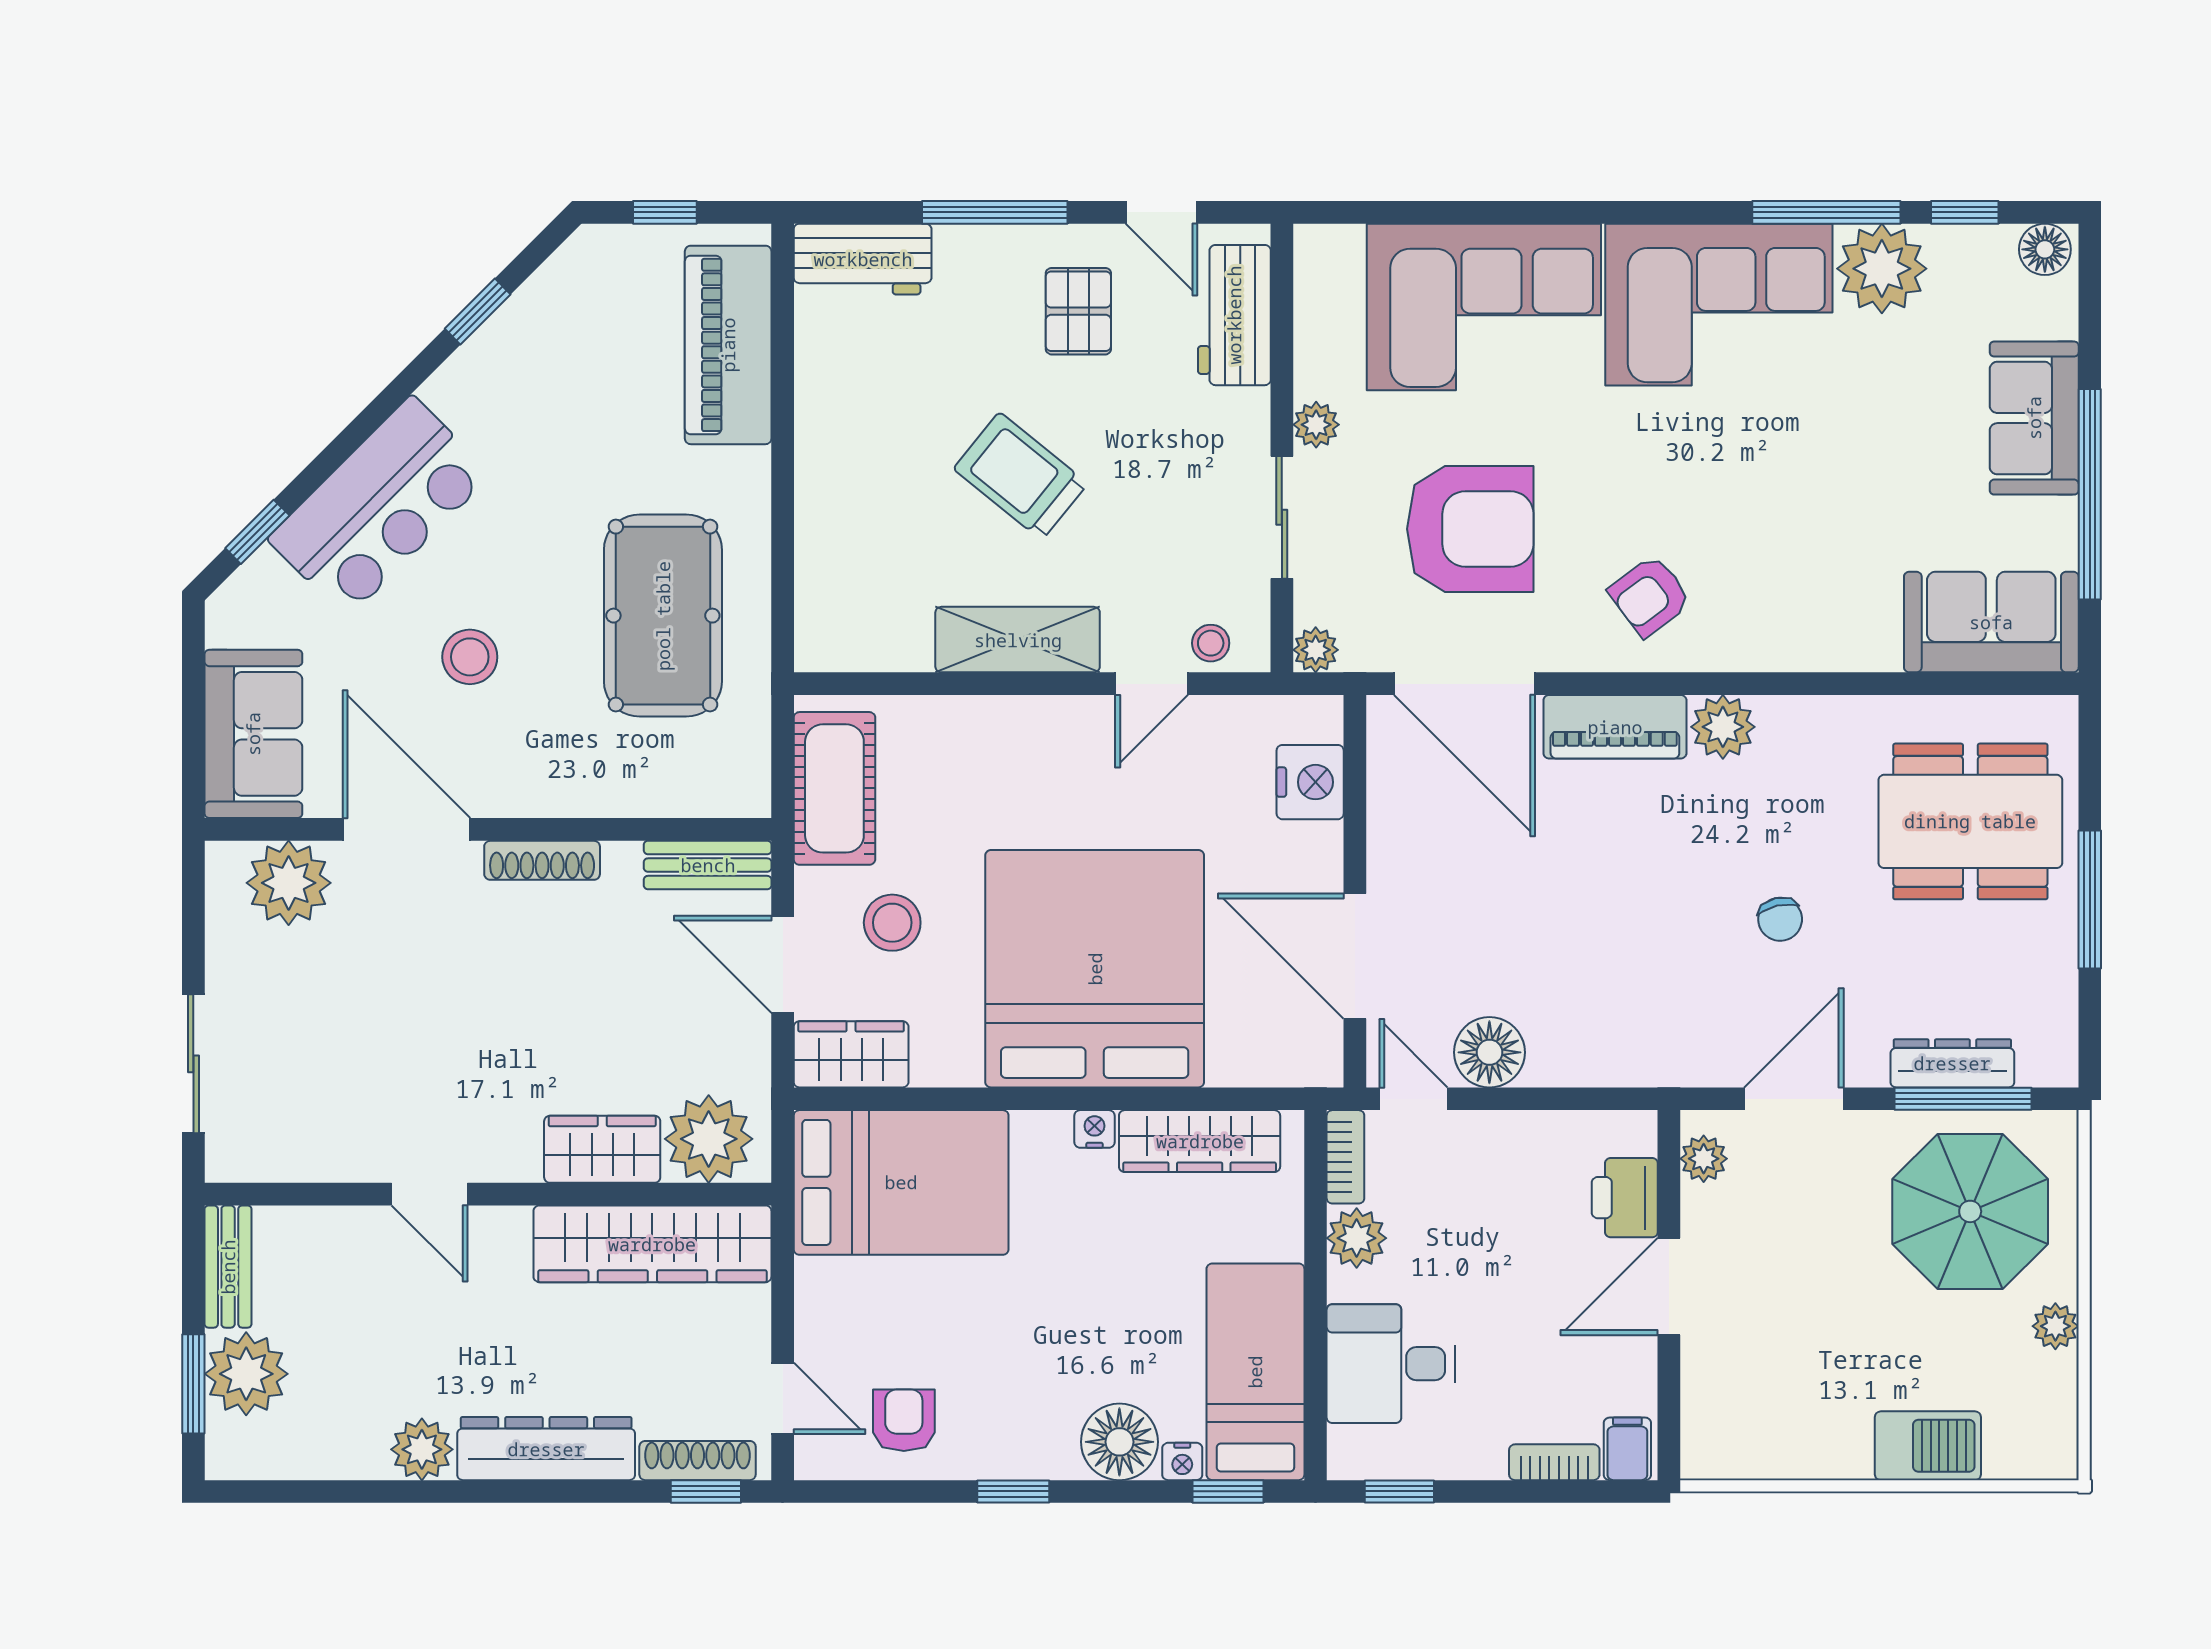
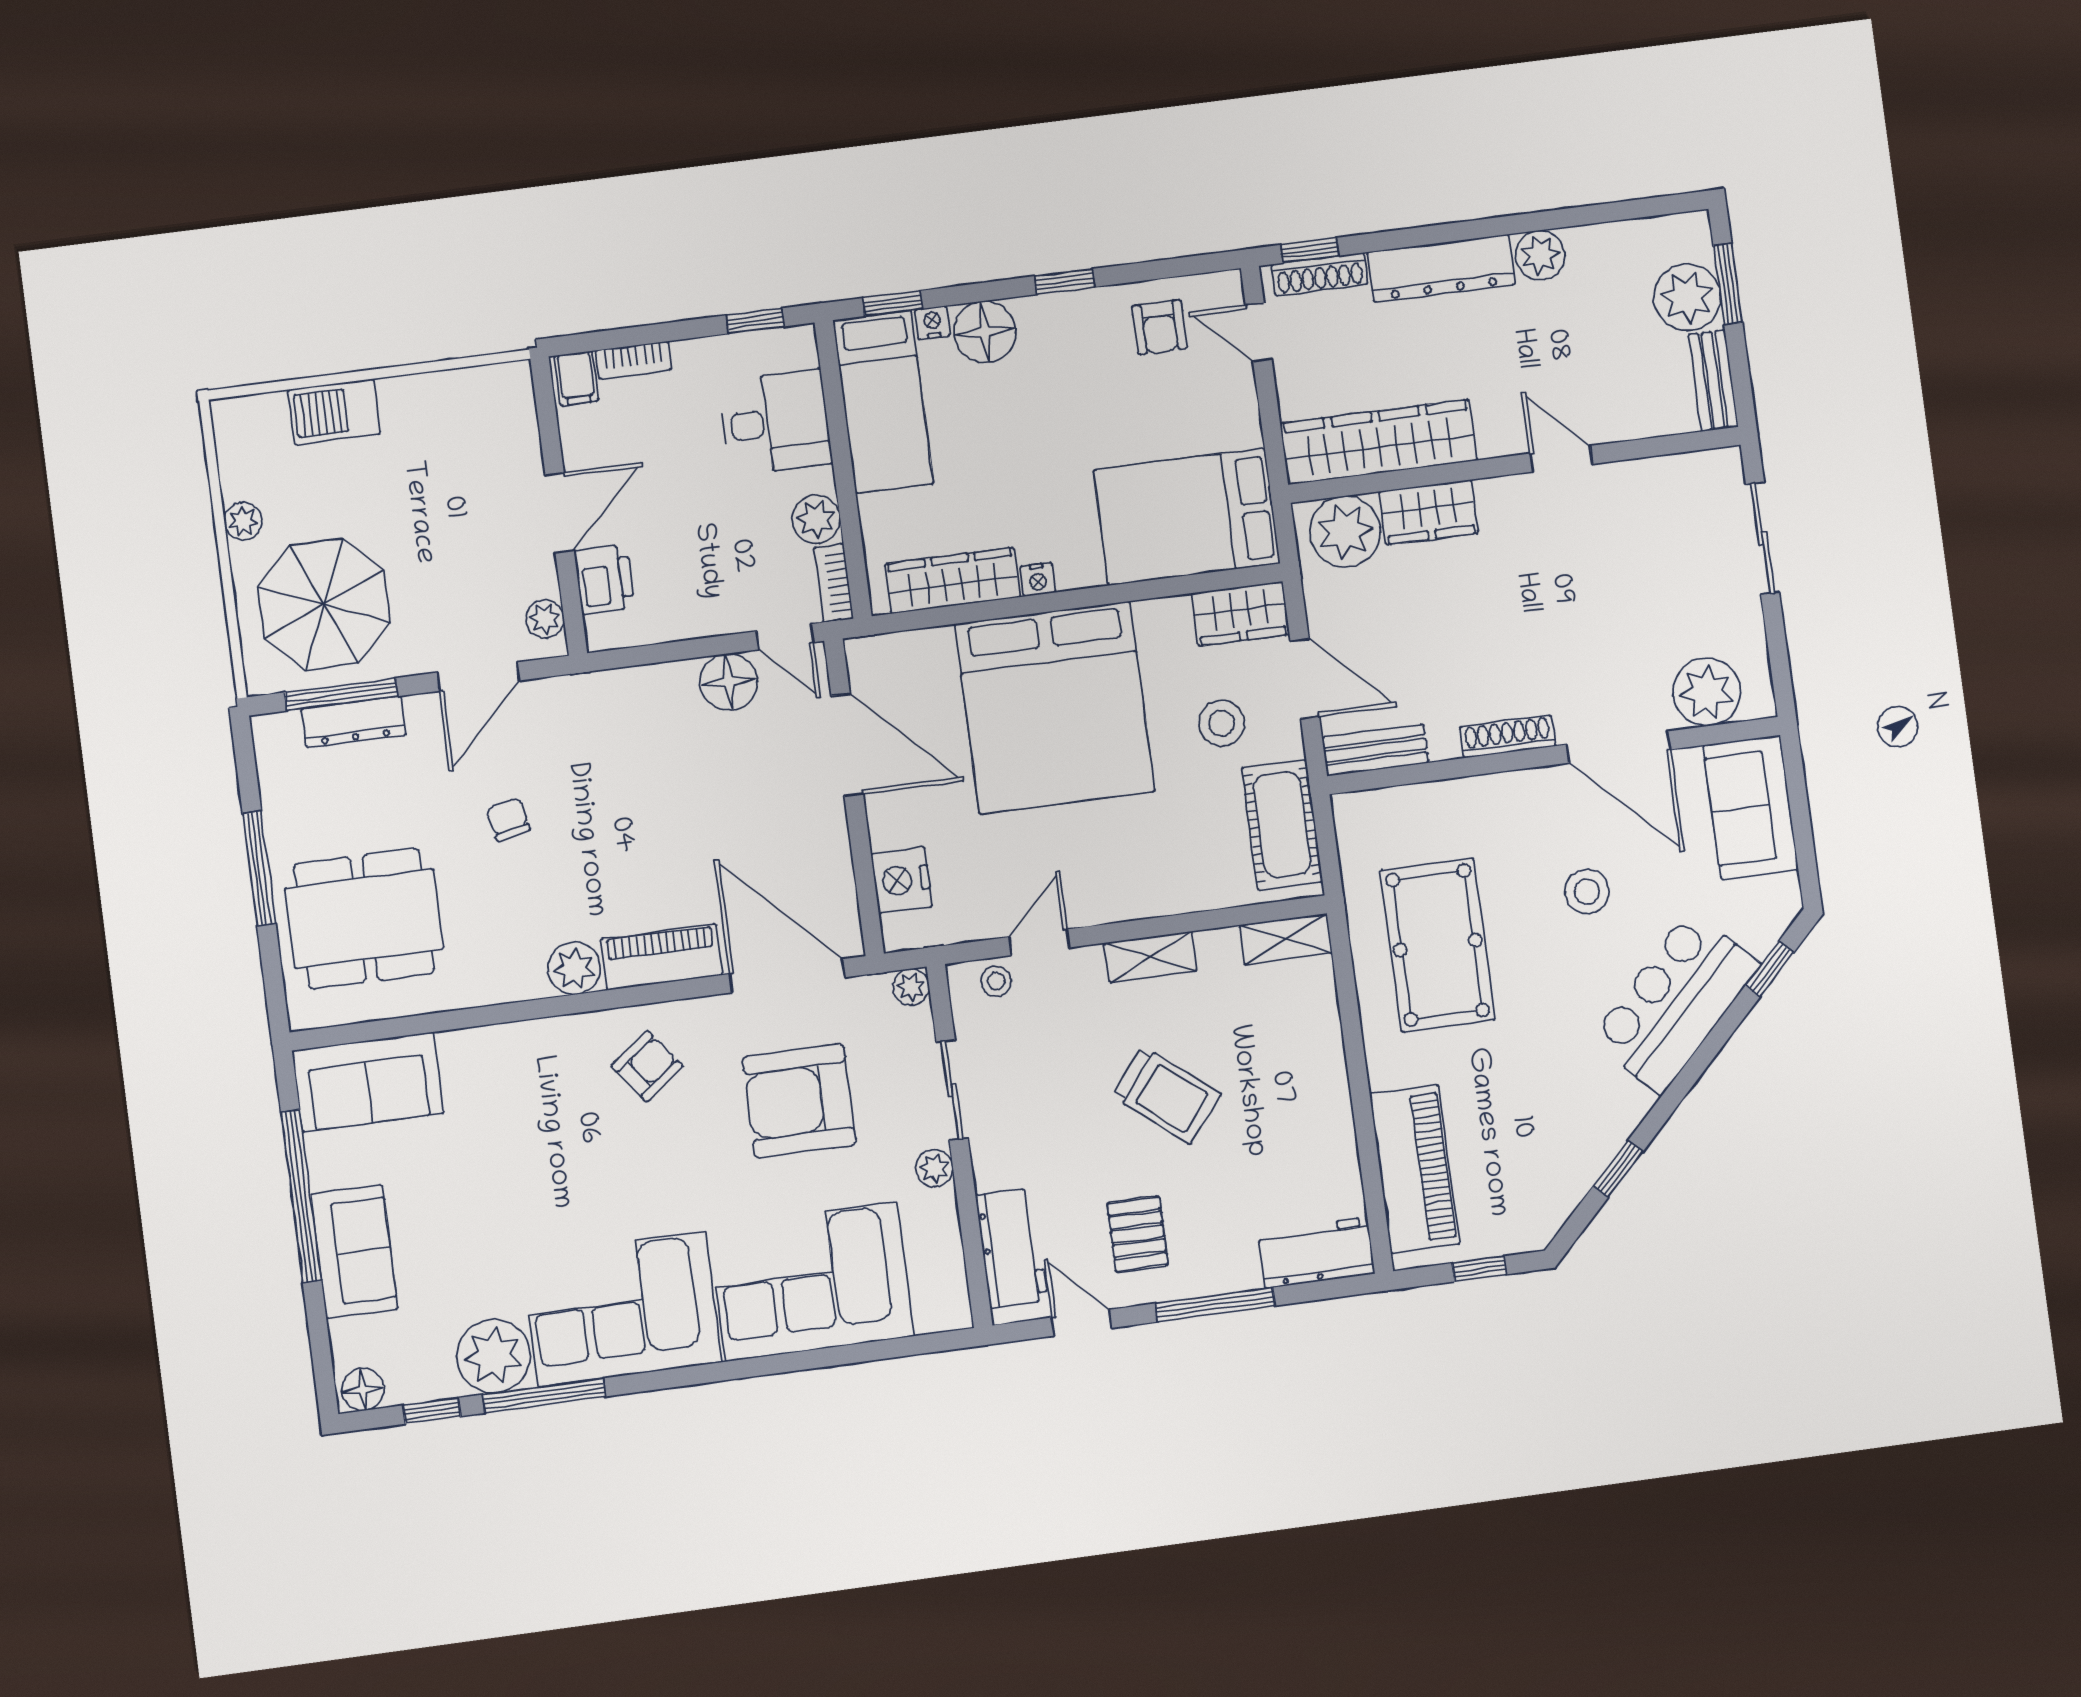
shelving: (1018, 640) -> (1151, 957), width x0.67, depth x0.75
shelving: (849, 648) -> (1286, 939), added

